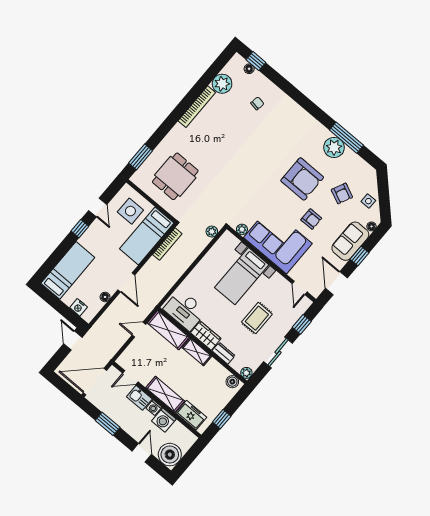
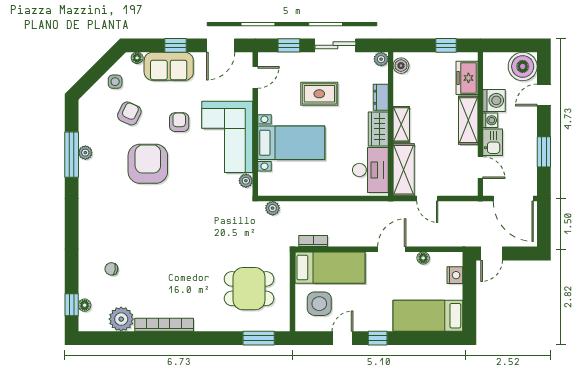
plant: (334, 147) -> (85, 153), width x0.53, depth x0.53
bookcase: (167, 244) -> (313, 241), width x0.64

